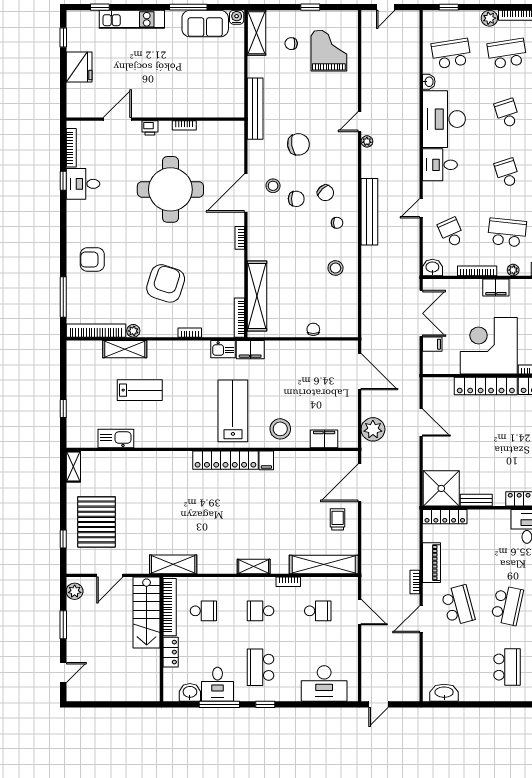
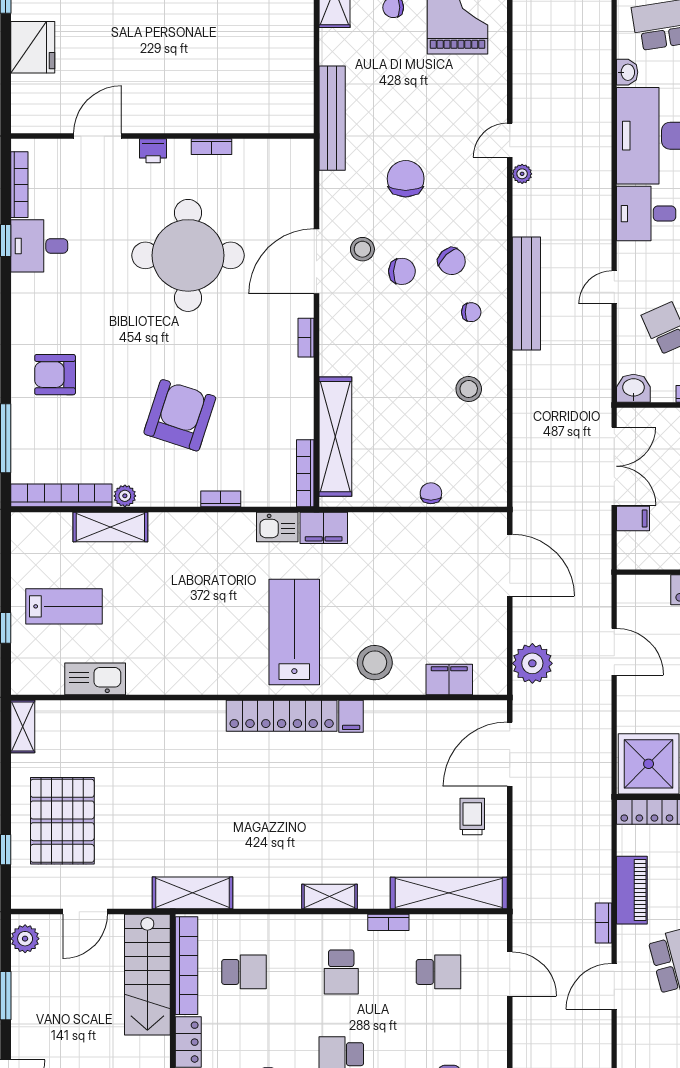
chair: (298, 144) -> (406, 179), turned -81
lab bench: (140, 390) -> (64, 606), moved
school desk: (261, 611) -> (341, 972), turned -90

